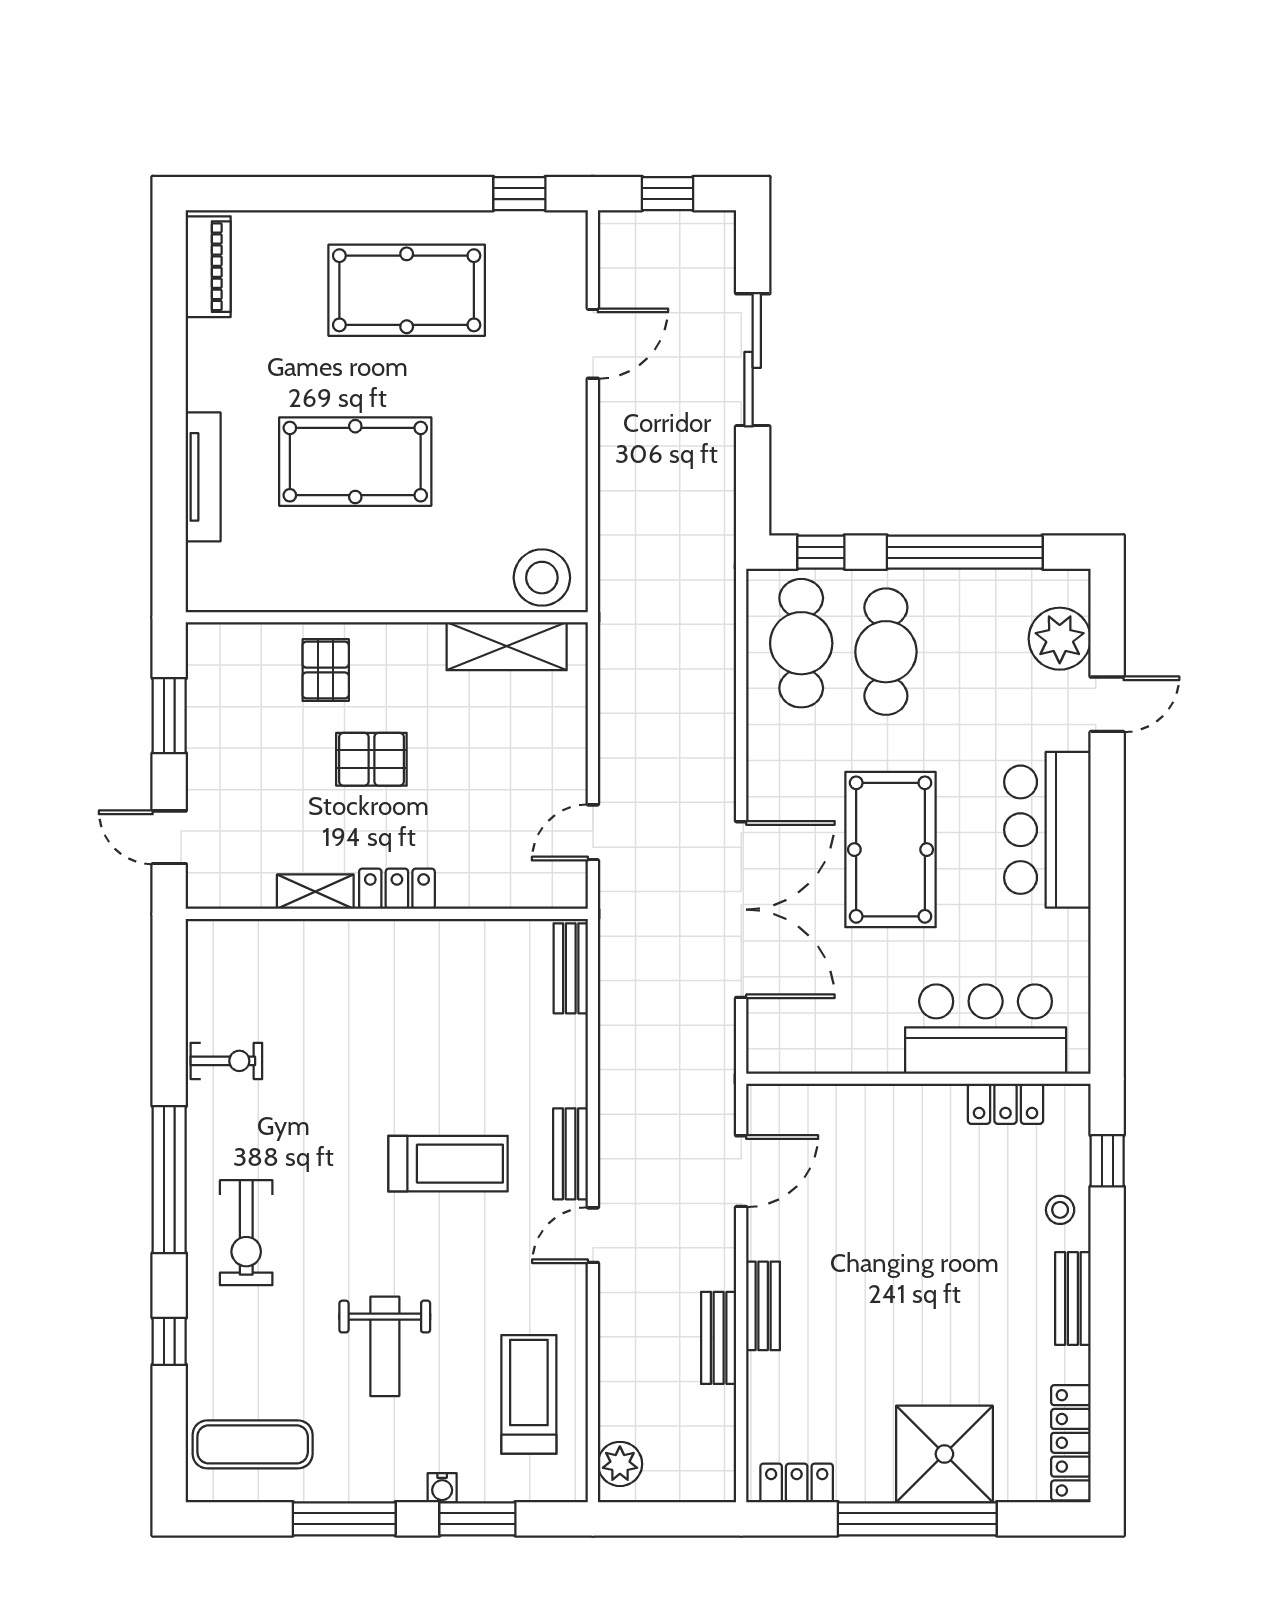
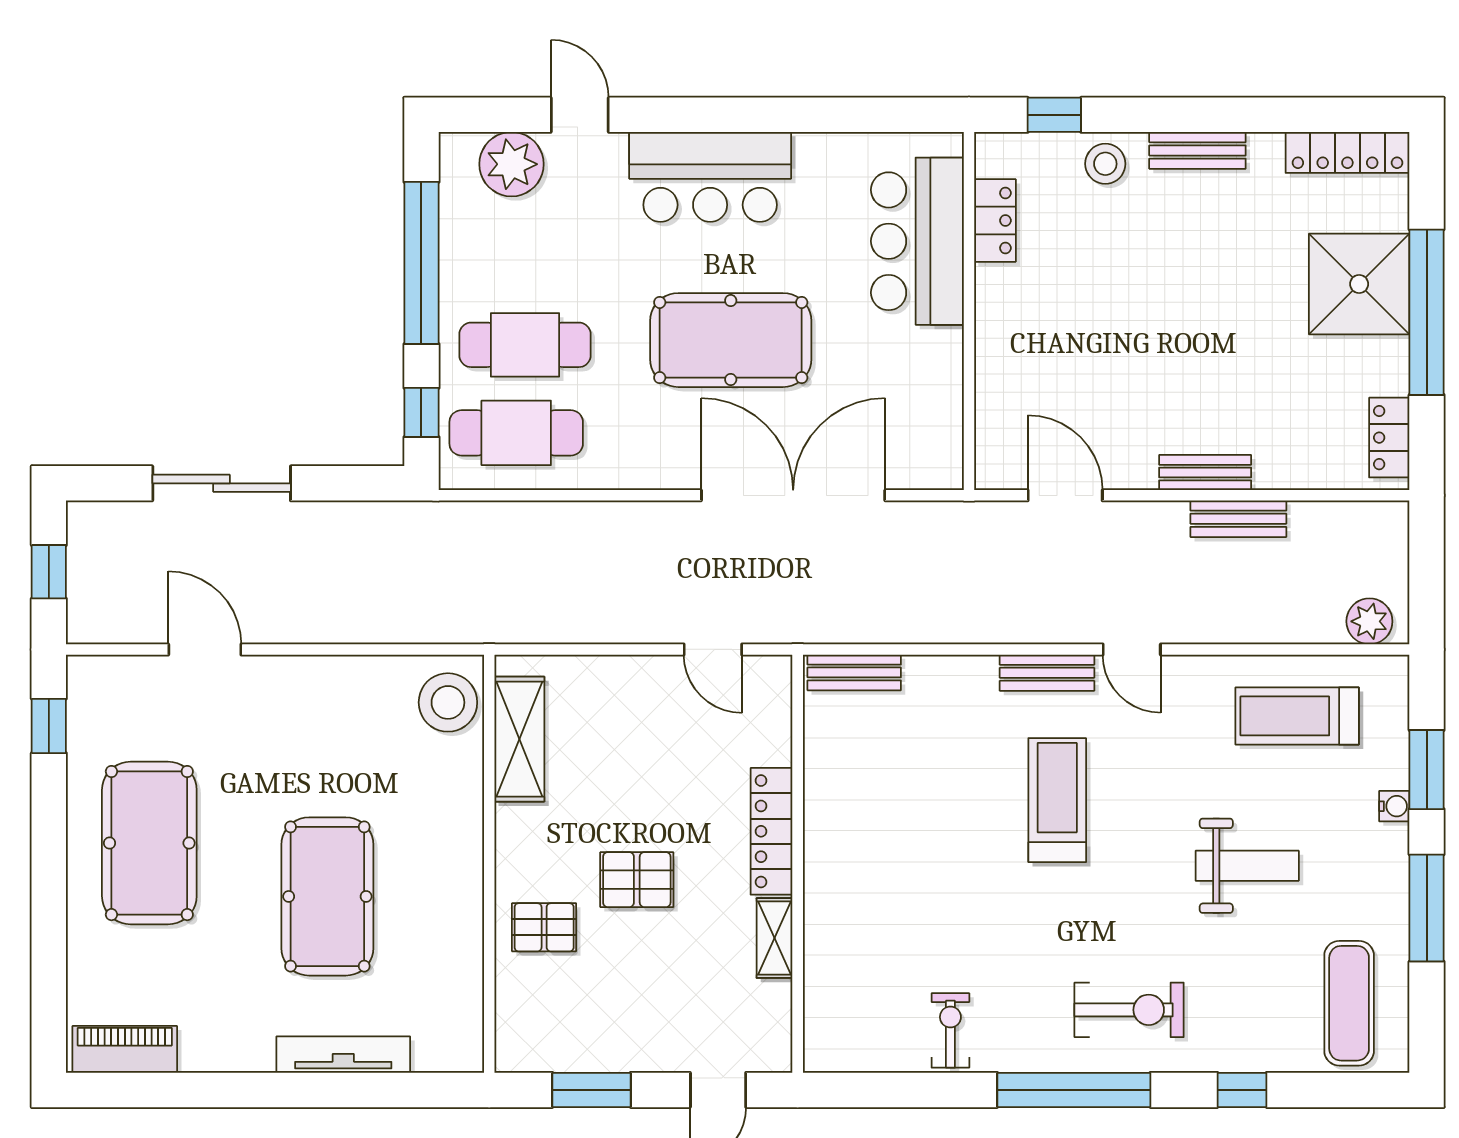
pallet: (371, 759) -> (637, 880), turned 90
locker: (397, 889) -> (771, 831), width x1.53
stool: (1060, 1210) -> (1105, 164), width x1.37, depth x1.37

